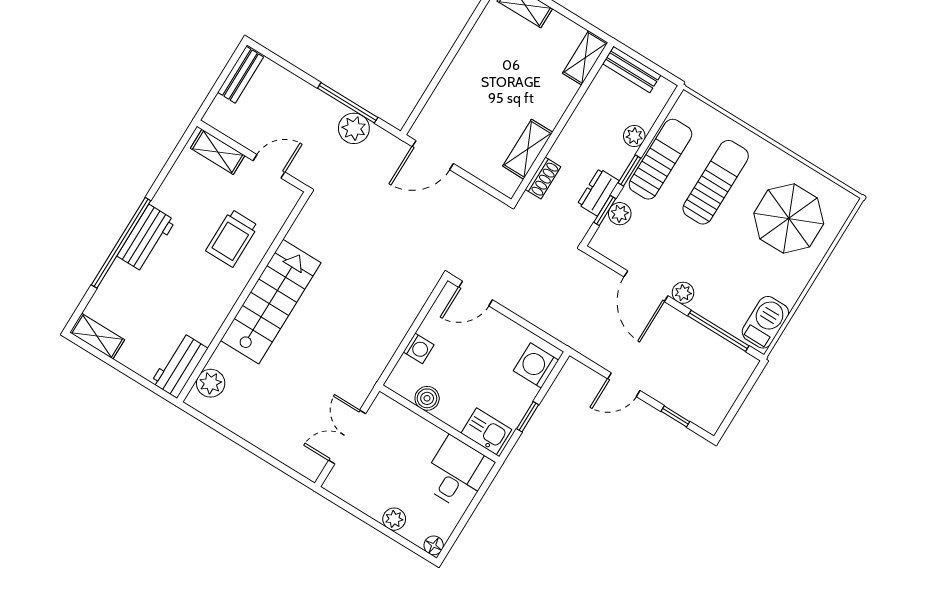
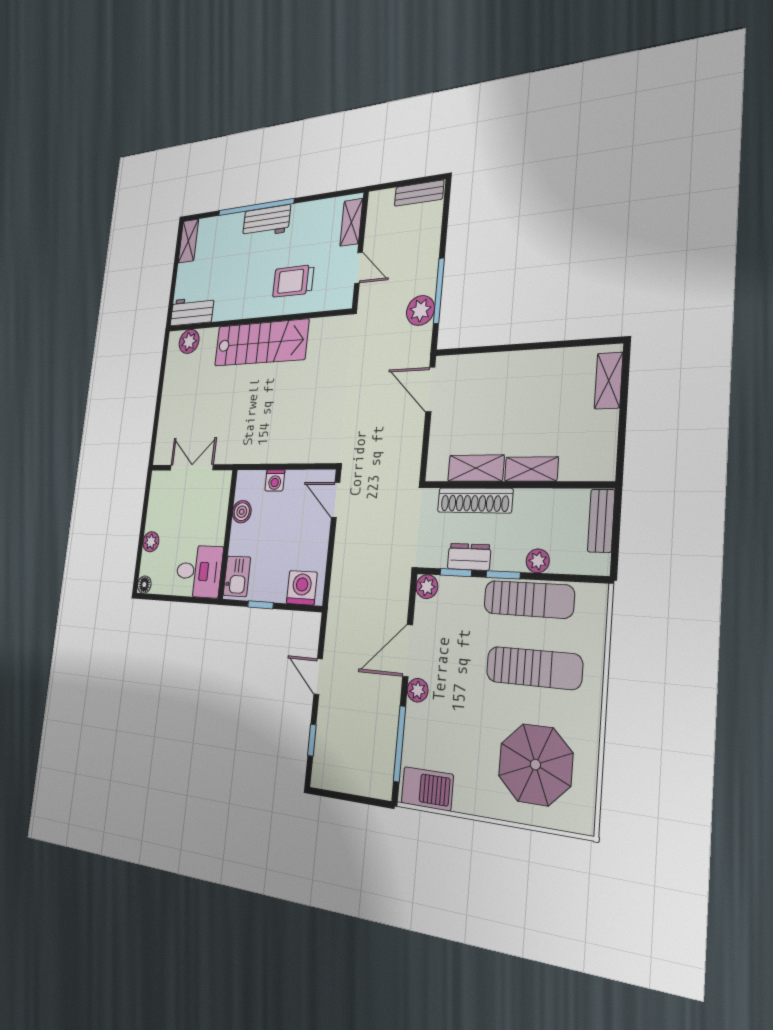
shelving: (585, 58) -> (531, 469), moved
shoe rack: (543, 178) -> (475, 500), width x1.94, depth x1.24
plant: (620, 214) -> (427, 587), moved

